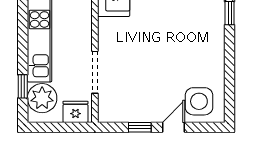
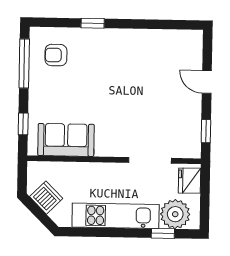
side table: (199, 101) -> (181, 56), removed
window: (140, 127) -> (206, 131), moved

